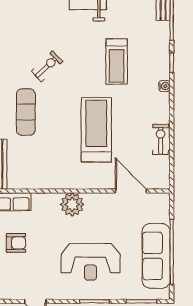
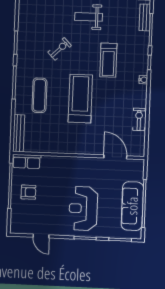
exercise bike: (47, 66) -> (60, 49), moved
treadmill: (96, 130) -> (80, 99), moved
plant: (72, 204) -> (71, 165), removed
reception desk: (91, 262) -> (83, 208), turned 90

